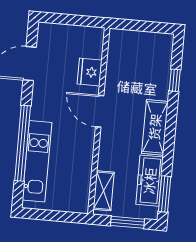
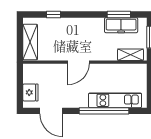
fridge: (90, 72) -> (30, 92), moved, turned -90
shelving: (155, 127) -> (30, 42), moved, turned 90
window: (165, 194) -> (119, 14), moved

